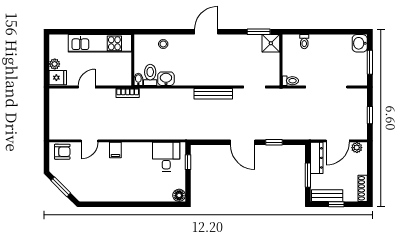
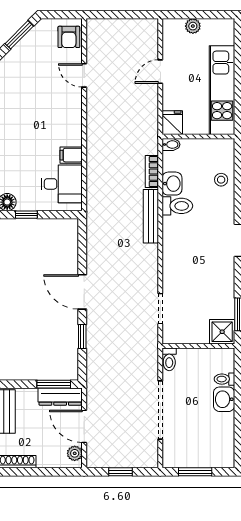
washbasin: (360, 43) -> (224, 399), moved, turned -90
toilet: (150, 75) -> (177, 206), moved
fridge: (58, 78) -> (172, 123), moved, turned 180
door: (87, 87) -> (160, 72), swing flipped
bookcase: (128, 93) -> (152, 172), moved
bench: (213, 94) -> (151, 216), moved
door: (243, 142) -> (82, 292), hinge flipped
filing cabinet: (115, 150) -> (71, 155), moved
window: (188, 162) -> (26, 215), moved
window: (308, 175) -> (54, 384), moved

